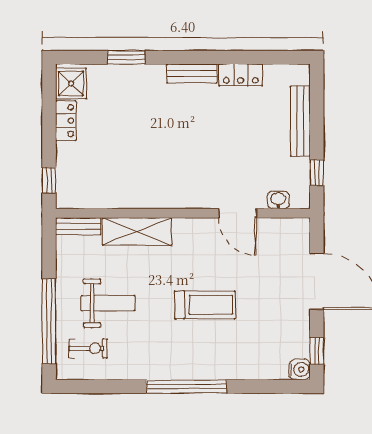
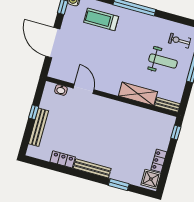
bench: (192, 74) -> (92, 168), width x1.36
window: (317, 173) -> (34, 112), moved
weight bench: (108, 303) -> (163, 61), turned 180
treadmill: (205, 305) -> (101, 19), moved

